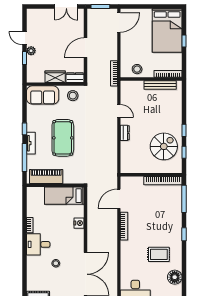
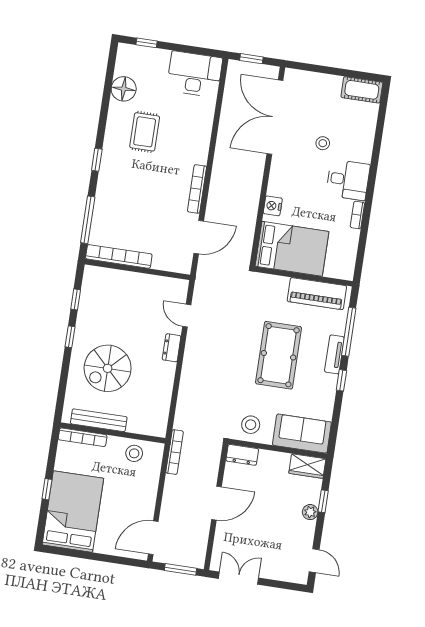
door: (25, 38) -> (314, 561), moved
wardrobe: (55, 77) -> (307, 466), moved
door: (119, 111) -> (187, 316), moved
spiral stairs: (164, 146) -> (108, 368), moved
bed: (64, 196) -> (292, 249), width x1.50
rug: (159, 254) -> (145, 132), turned 90

